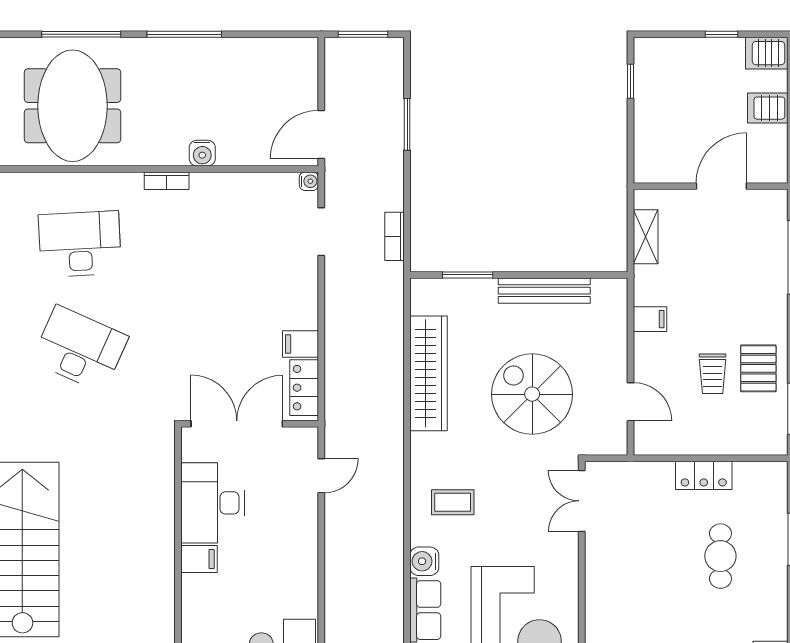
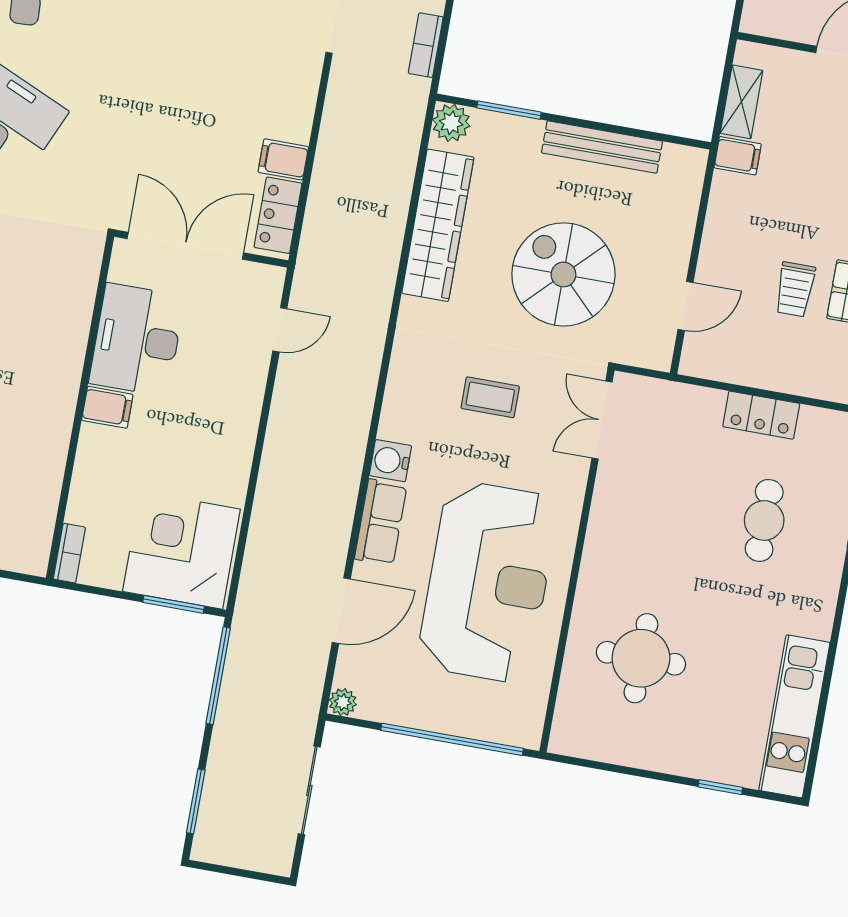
plant: (425, 293) -> (451, 123), added
filing cabinet: (650, 319) -> (738, 156), moved
door: (630, 402) -> (686, 306), hinge flipped
coffee table: (453, 502) -> (490, 397), moved

